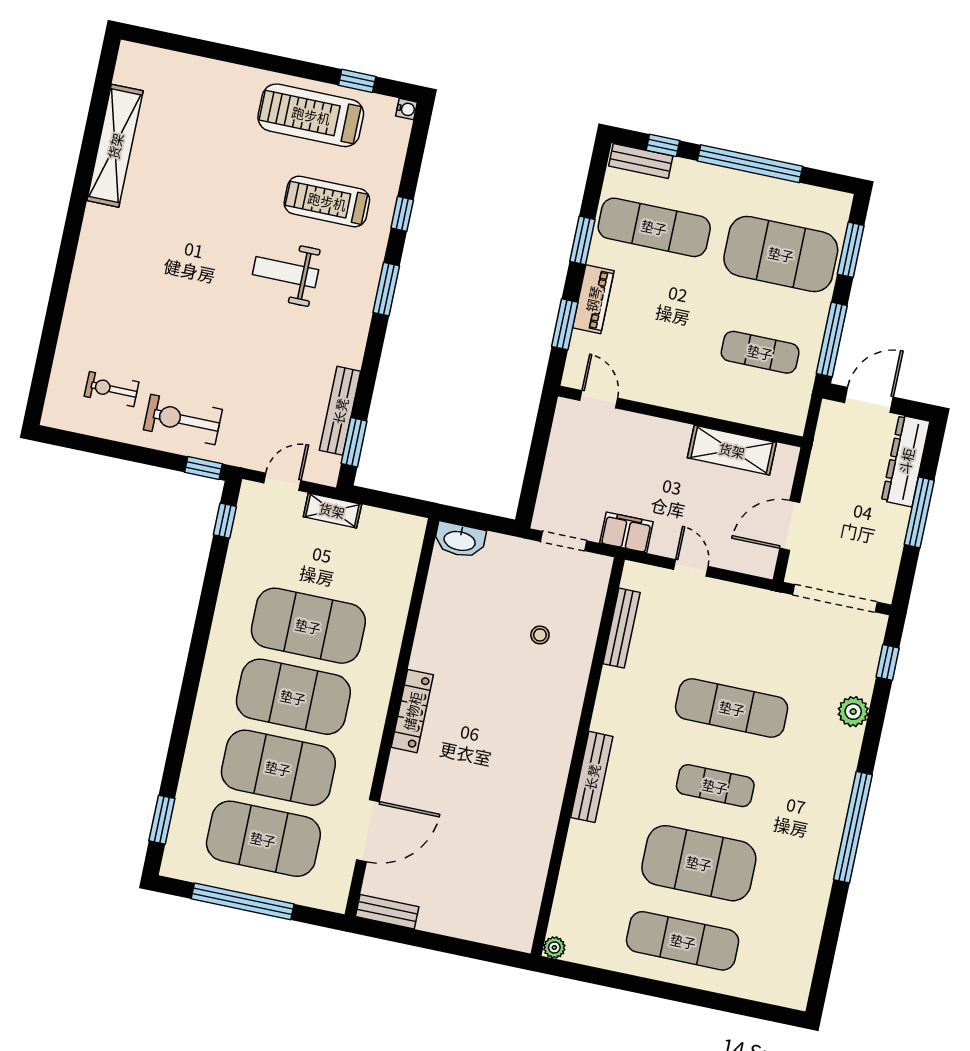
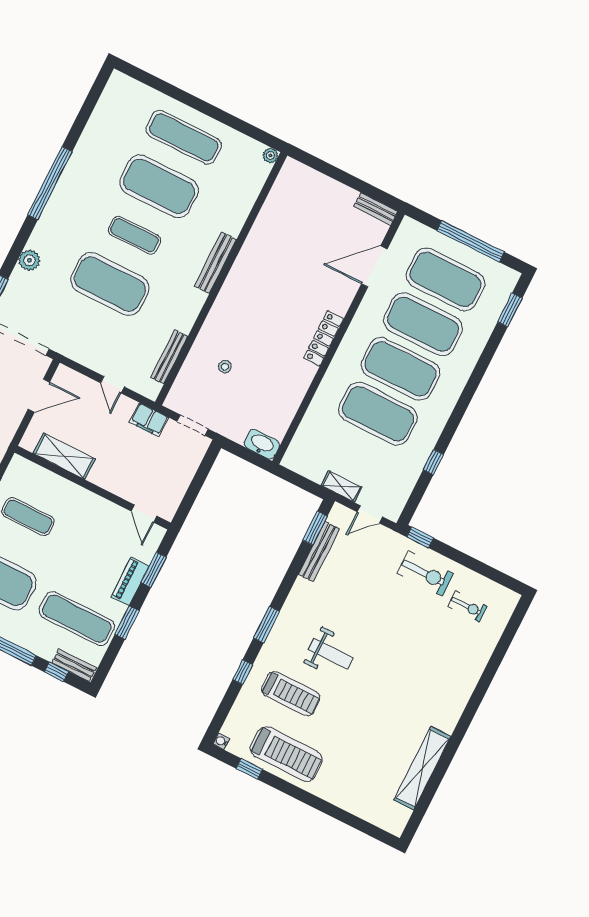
window: (225, 521) -> (433, 462), moved
exercise mat: (732, 708) -> (110, 284), width x1.47

